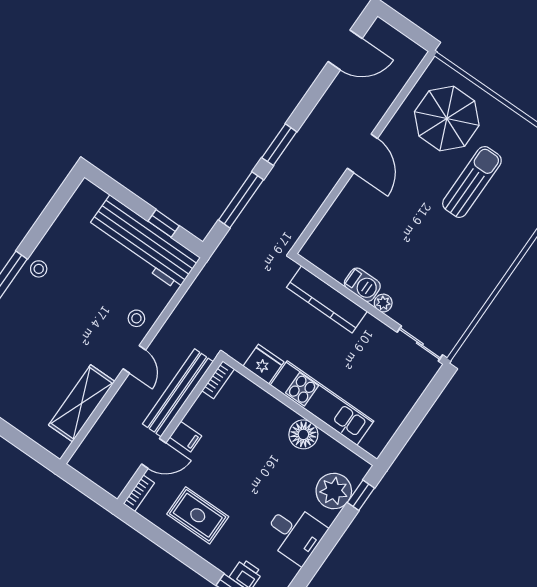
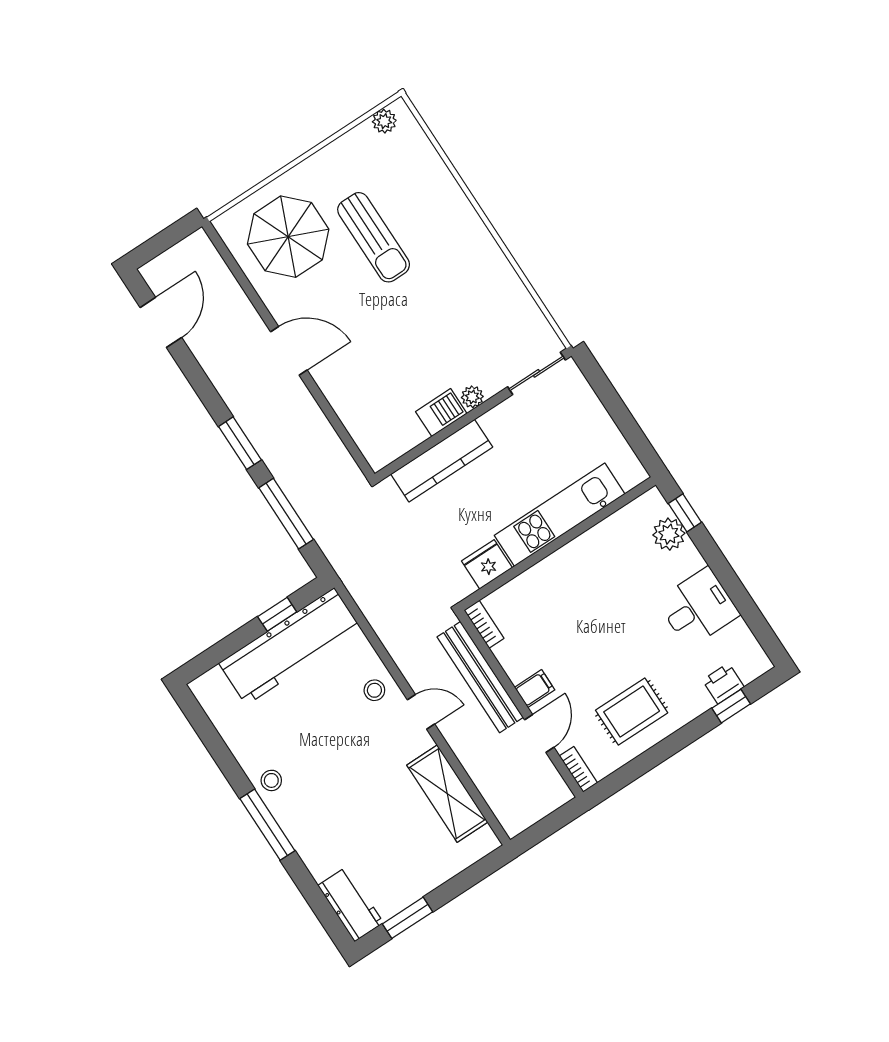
sun lounger: (472, 182) -> (374, 237), turned 180
floor lamp: (303, 434) -> (587, 551), removed
plant: (334, 491) -> (669, 534), width x0.73, depth x0.73

